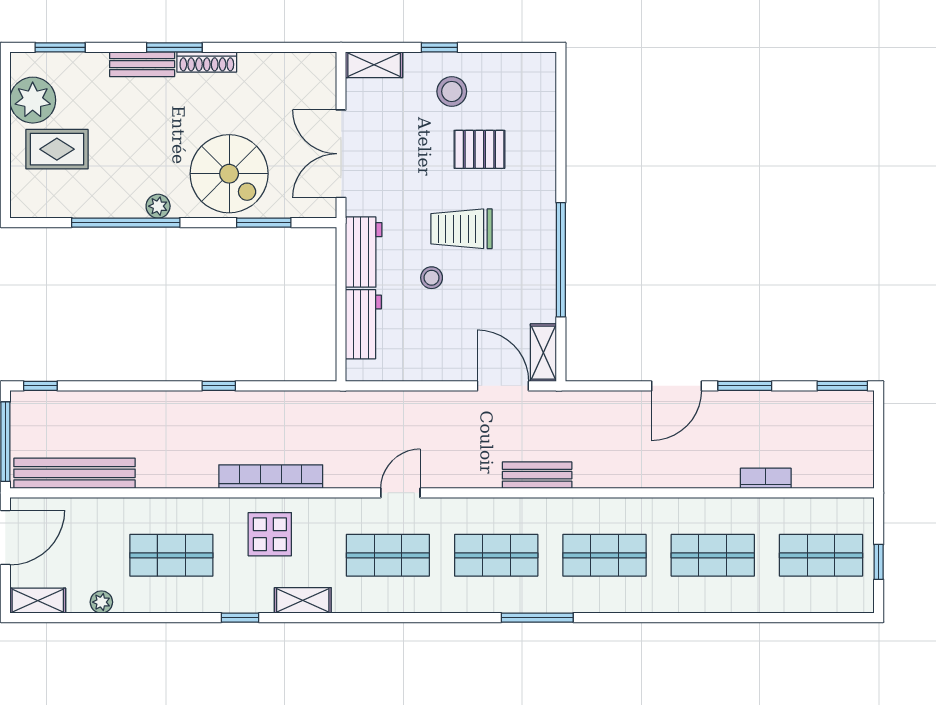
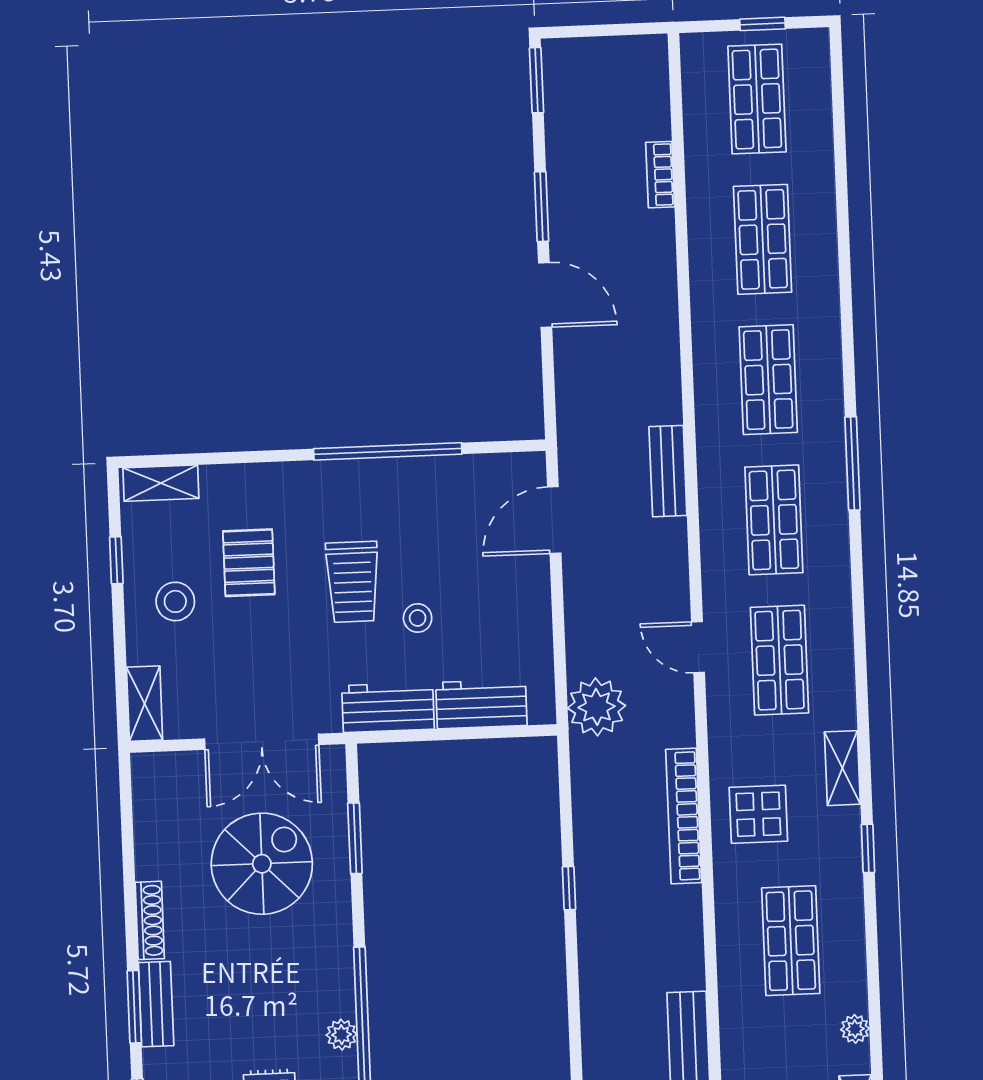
window: (174, 47) -> (134, 1007), moved
window: (439, 47) -> (116, 560), moved
spiral stairs: (229, 174) -> (262, 864), moved
plant: (158, 206) -> (342, 1035), moved
shelving: (543, 353) -> (161, 483), moved
plant: (358, 413) -> (597, 707), added

